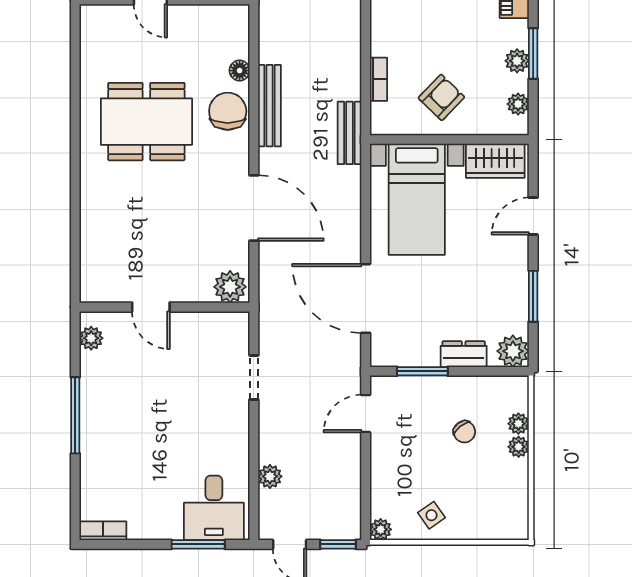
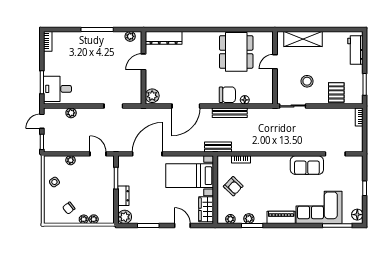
dining table: (146, 122) -> (236, 52), moved
dresser: (95, 260) -> (164, 38), added
chair: (464, 432) -> (69, 208), moved
plant: (381, 529) -> (71, 160), moved

